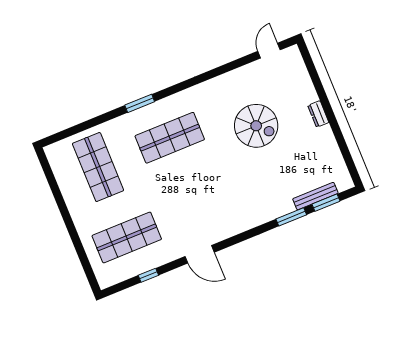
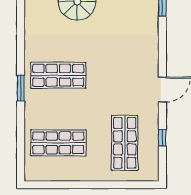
shop shelf: (170, 138) -> (58, 75), turned 90

